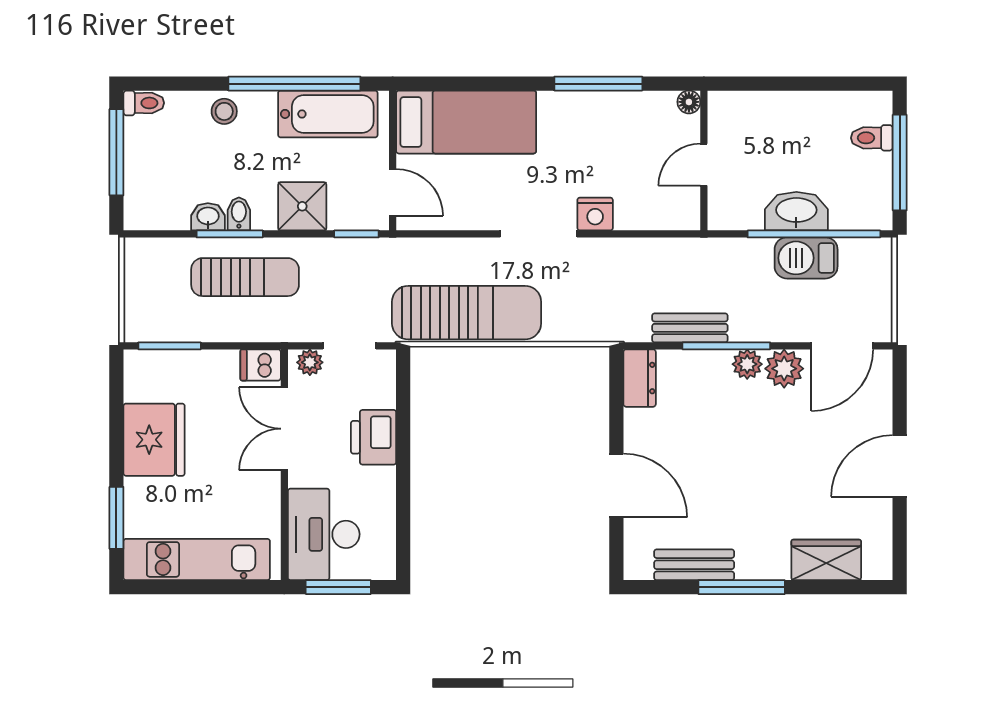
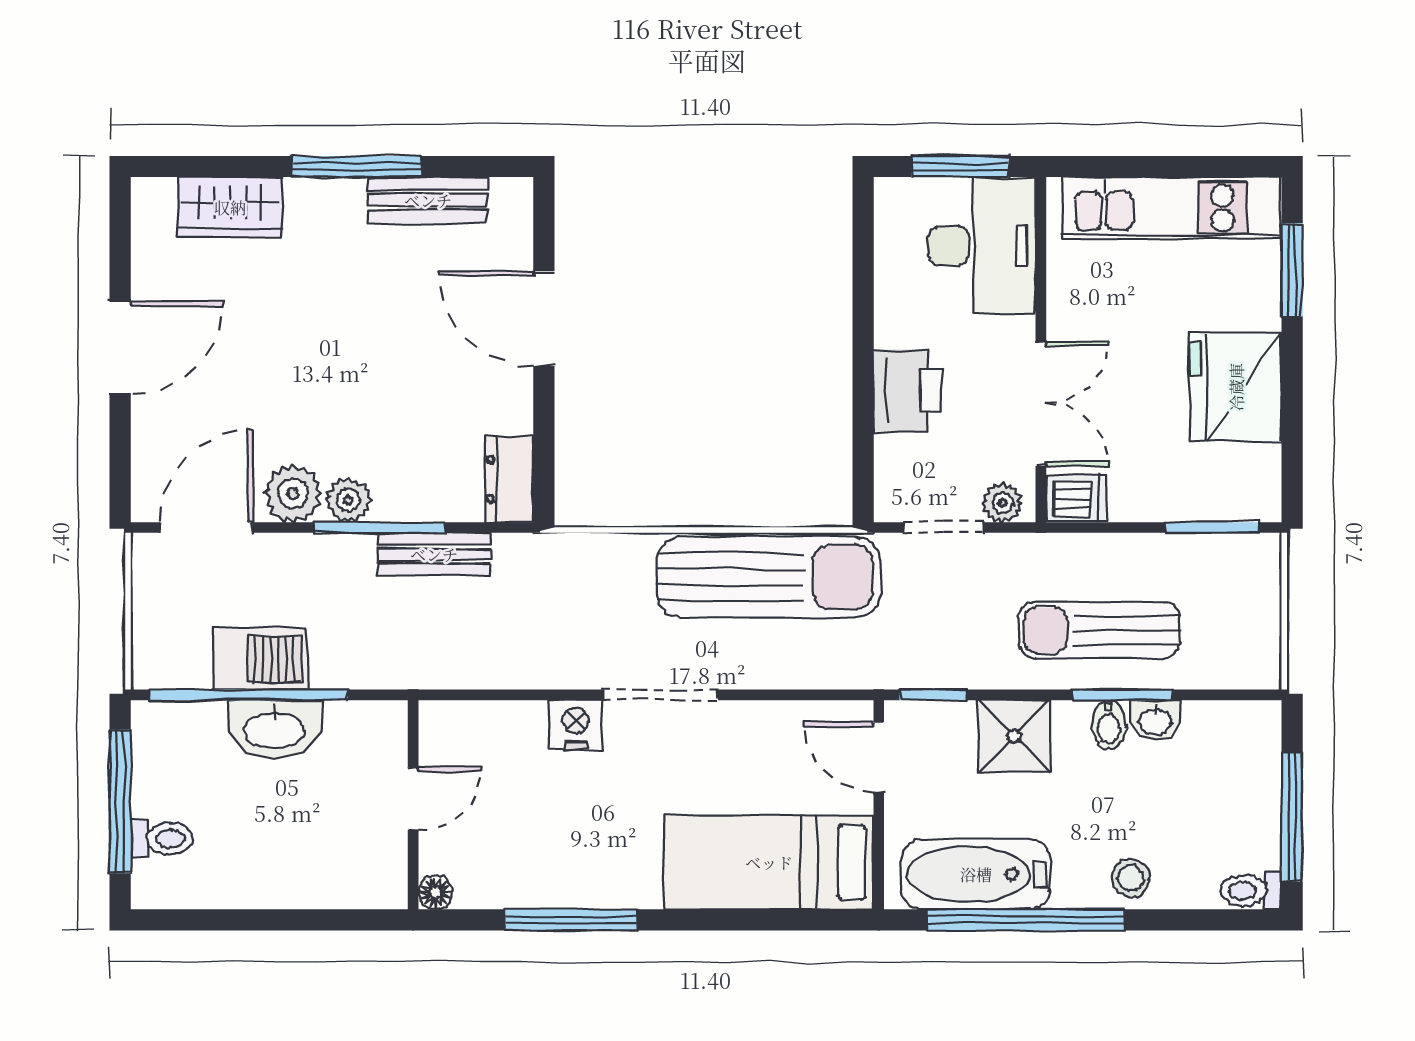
sun lounger: (467, 313) -> (768, 577), turned 180

